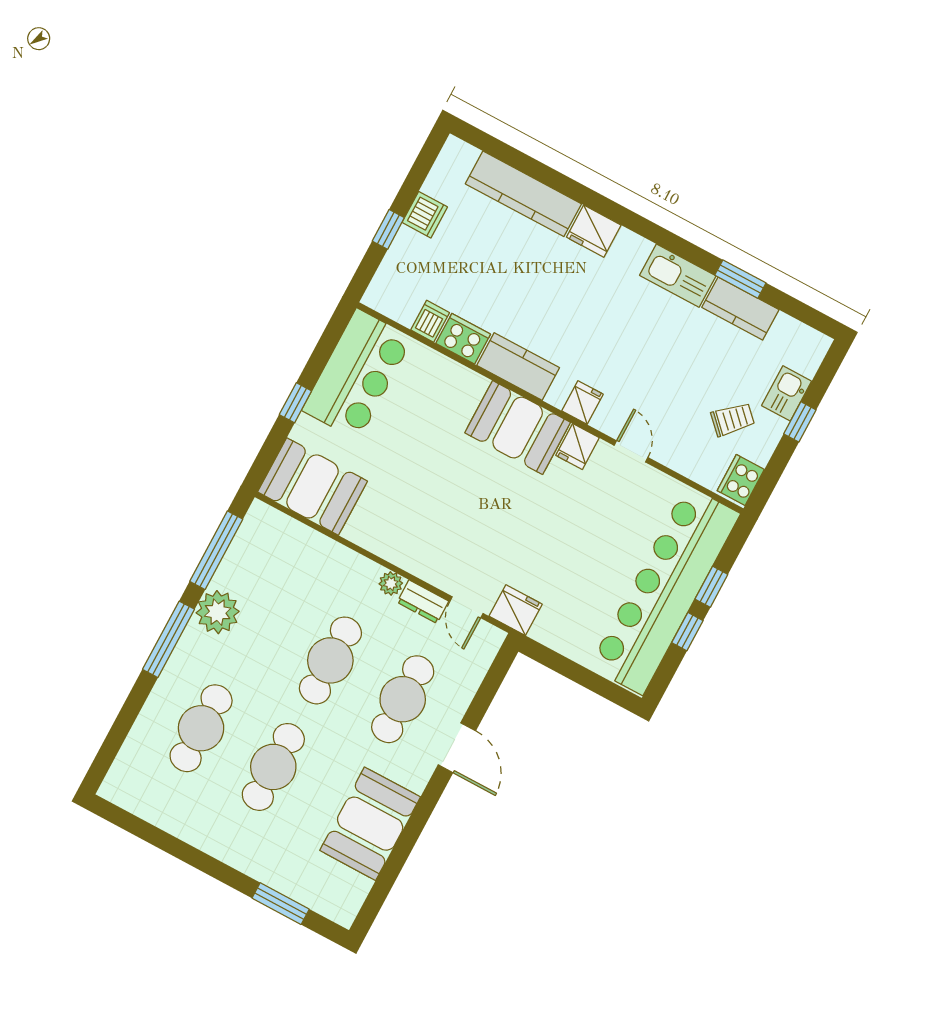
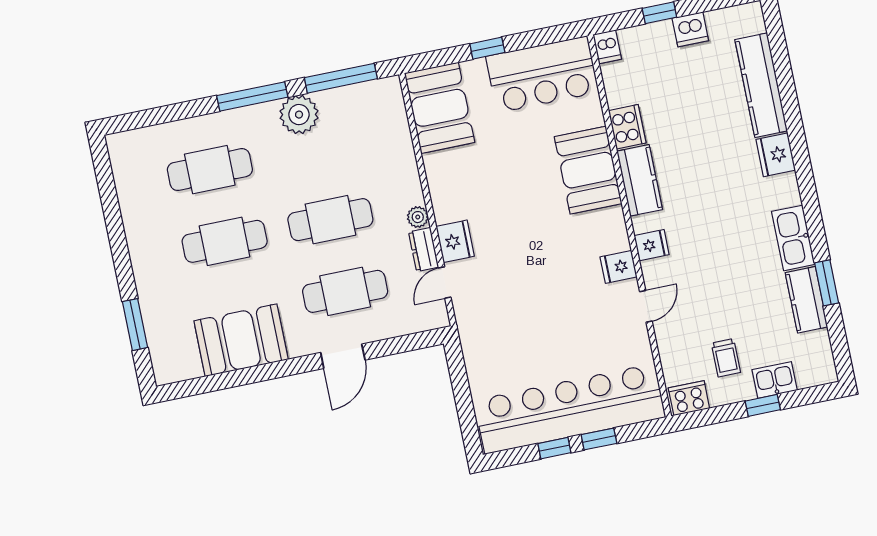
dishwasher: (430, 321) -> (607, 47), moved, turned 90
trolley: (733, 419) -> (726, 358), turned 45
booth: (518, 428) -> (588, 170), moved
fridge: (516, 610) -> (455, 241), moved

